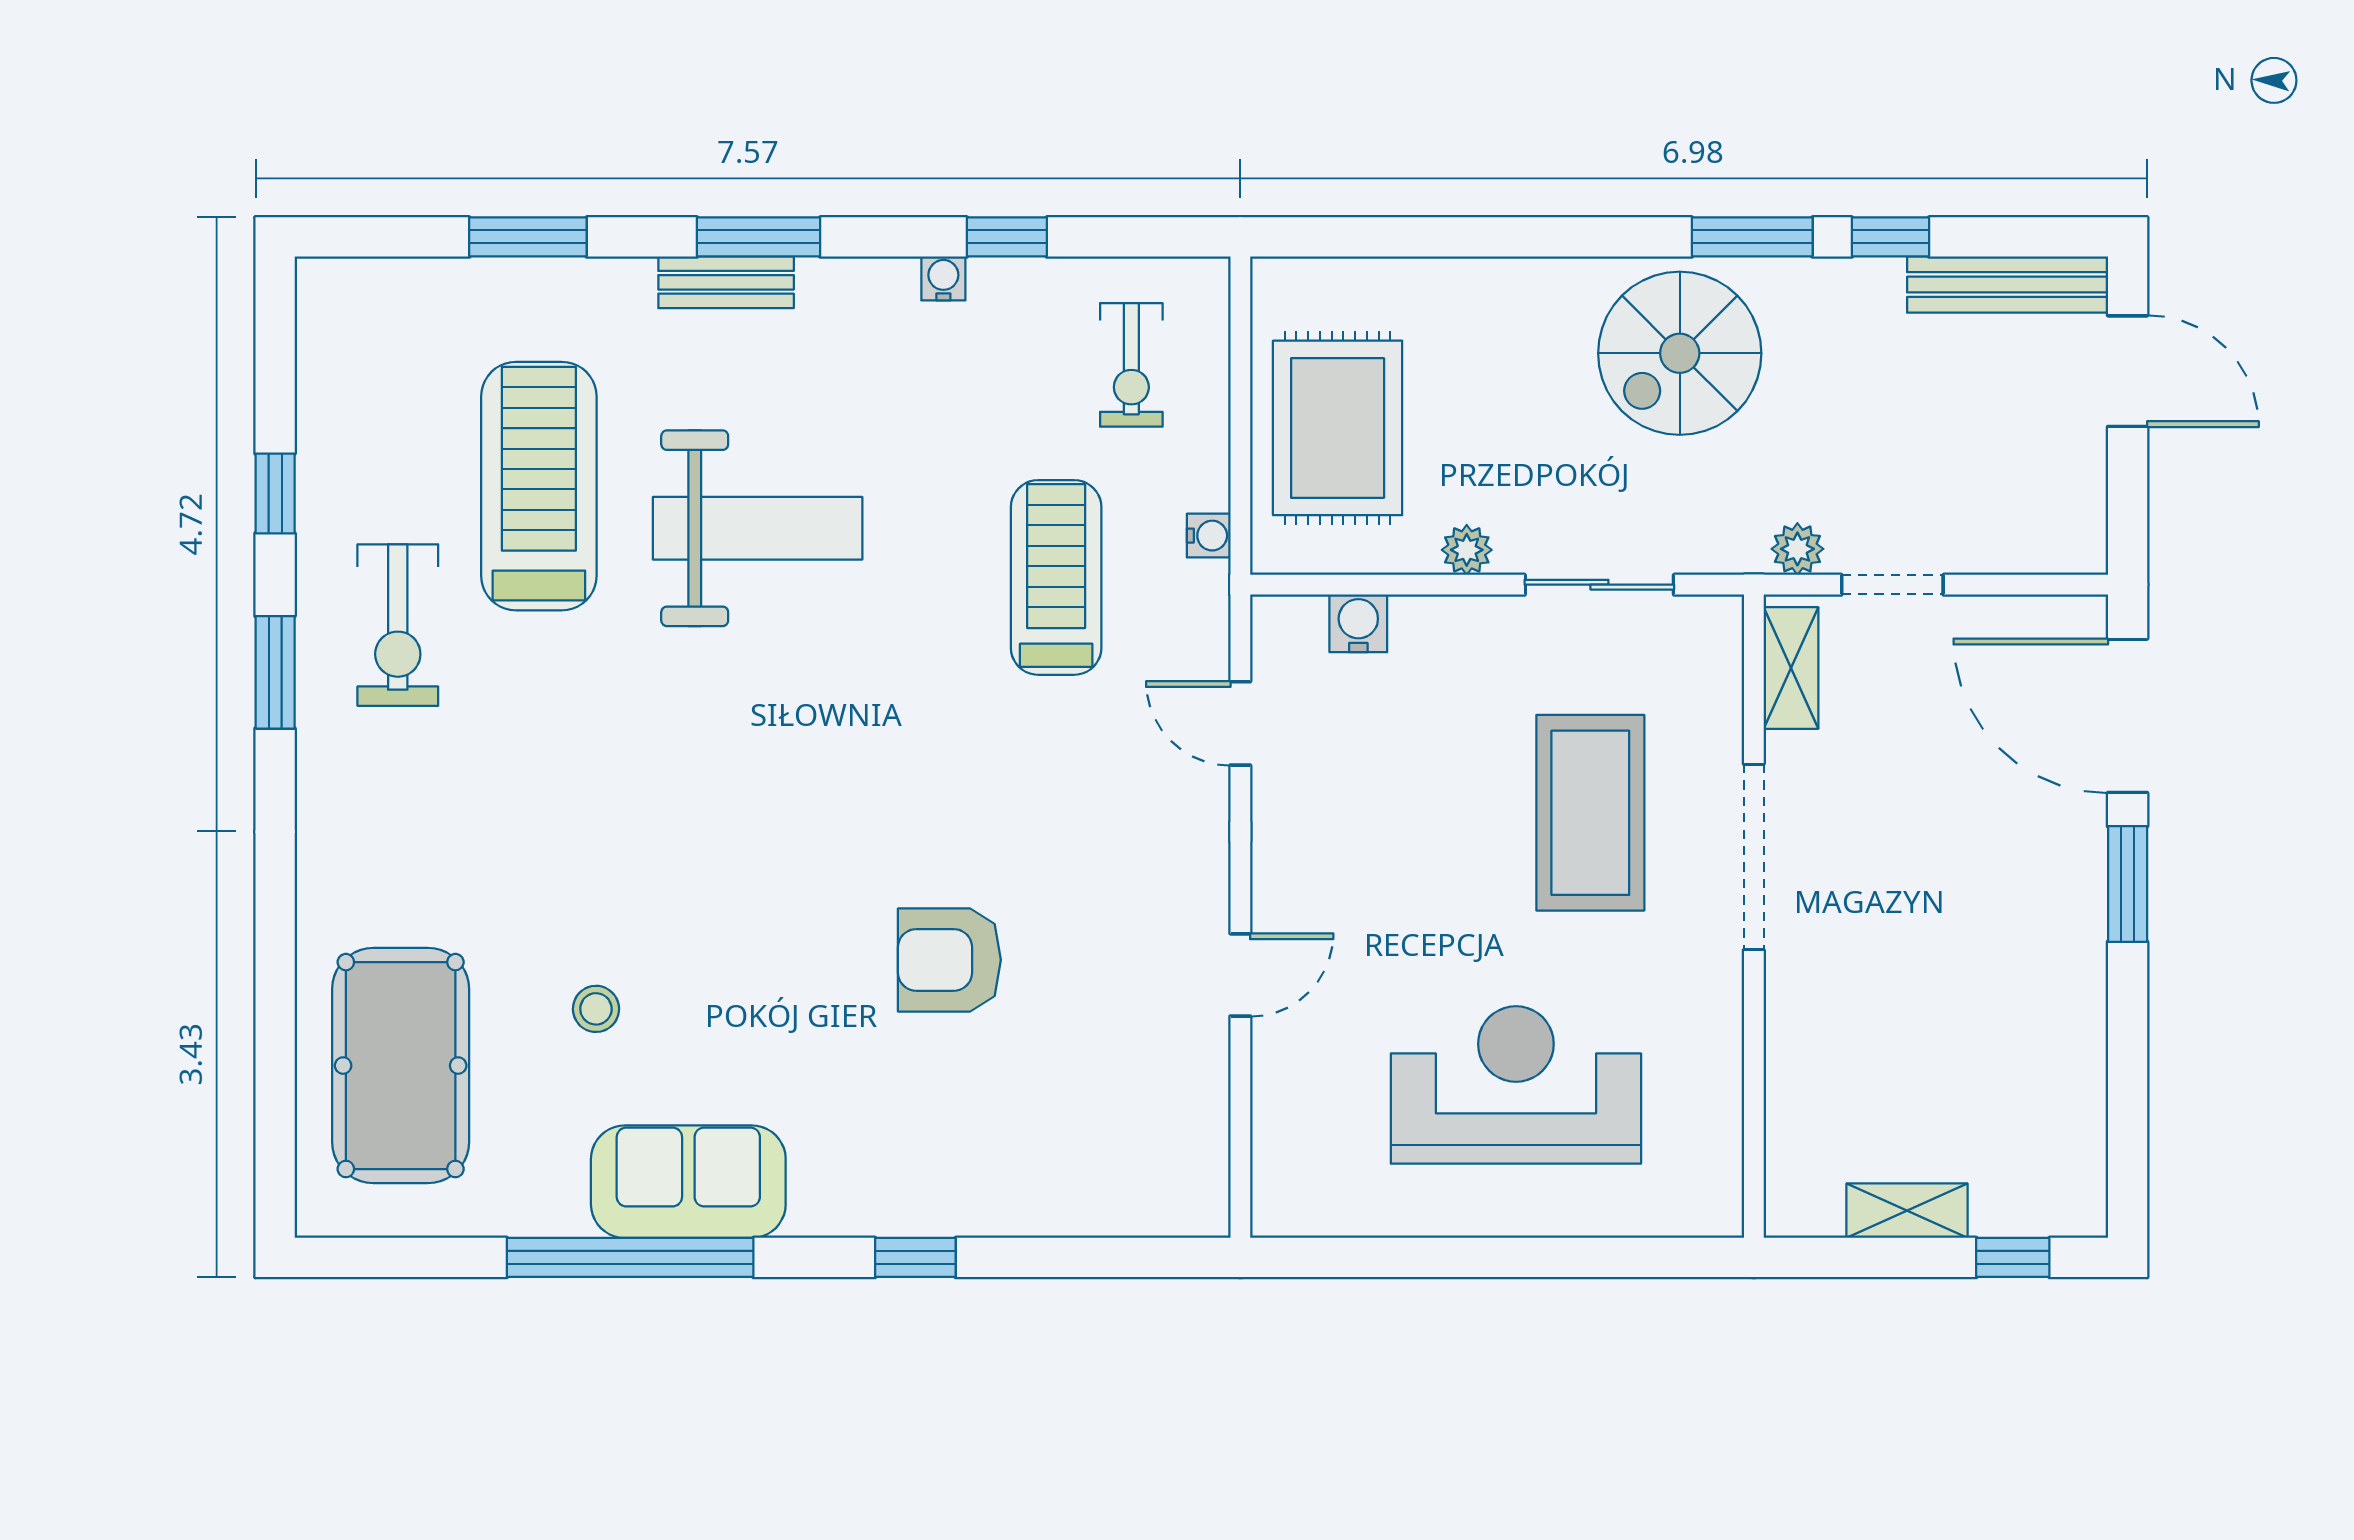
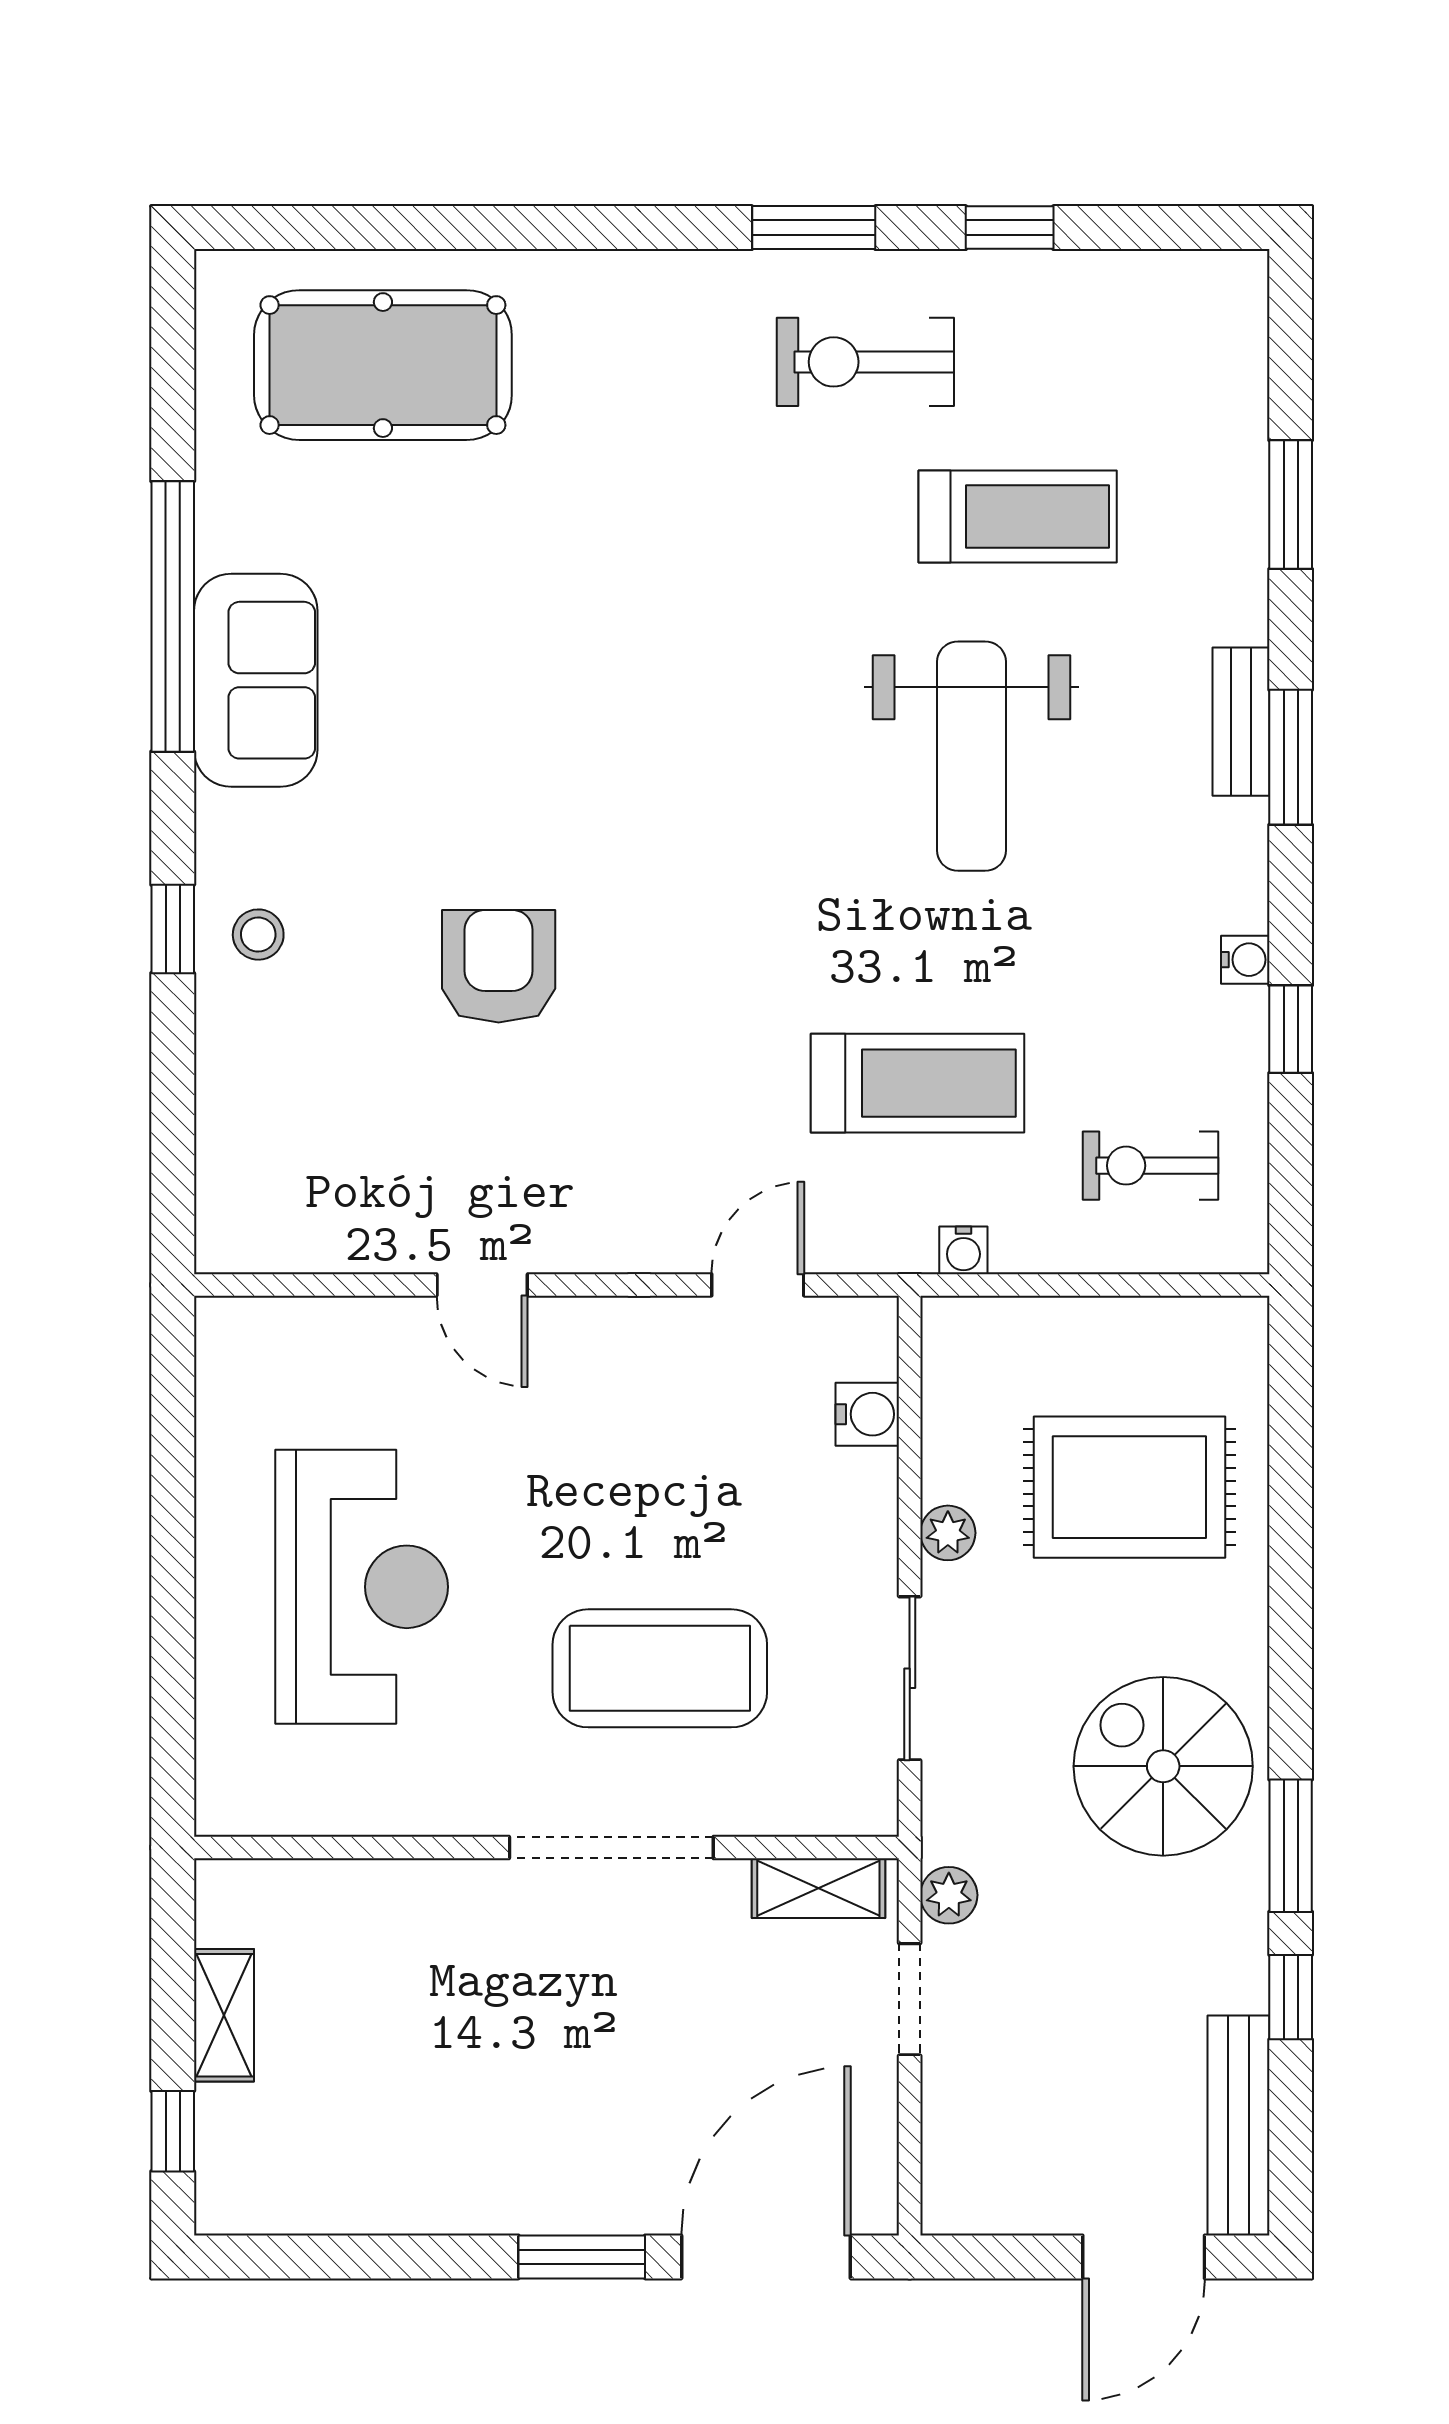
rug: (1338, 428) -> (1129, 1487), moved
treadmill: (539, 486) -> (1018, 517), width x0.73, depth x0.73
stool: (596, 1009) -> (258, 935), moved

